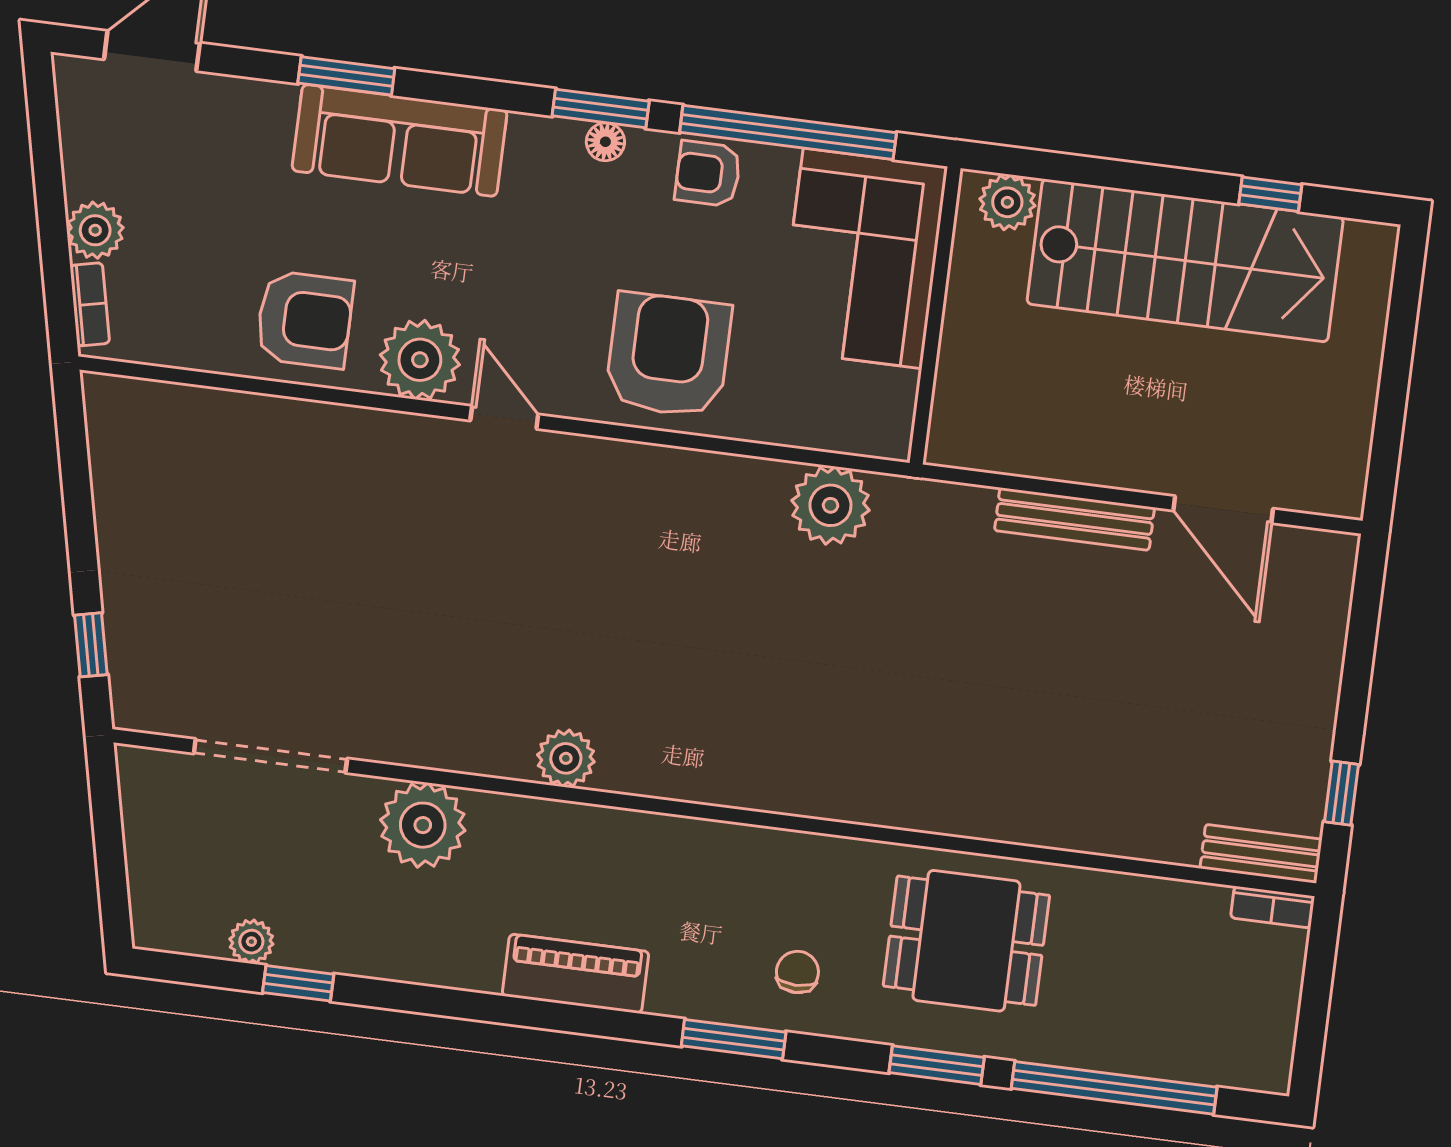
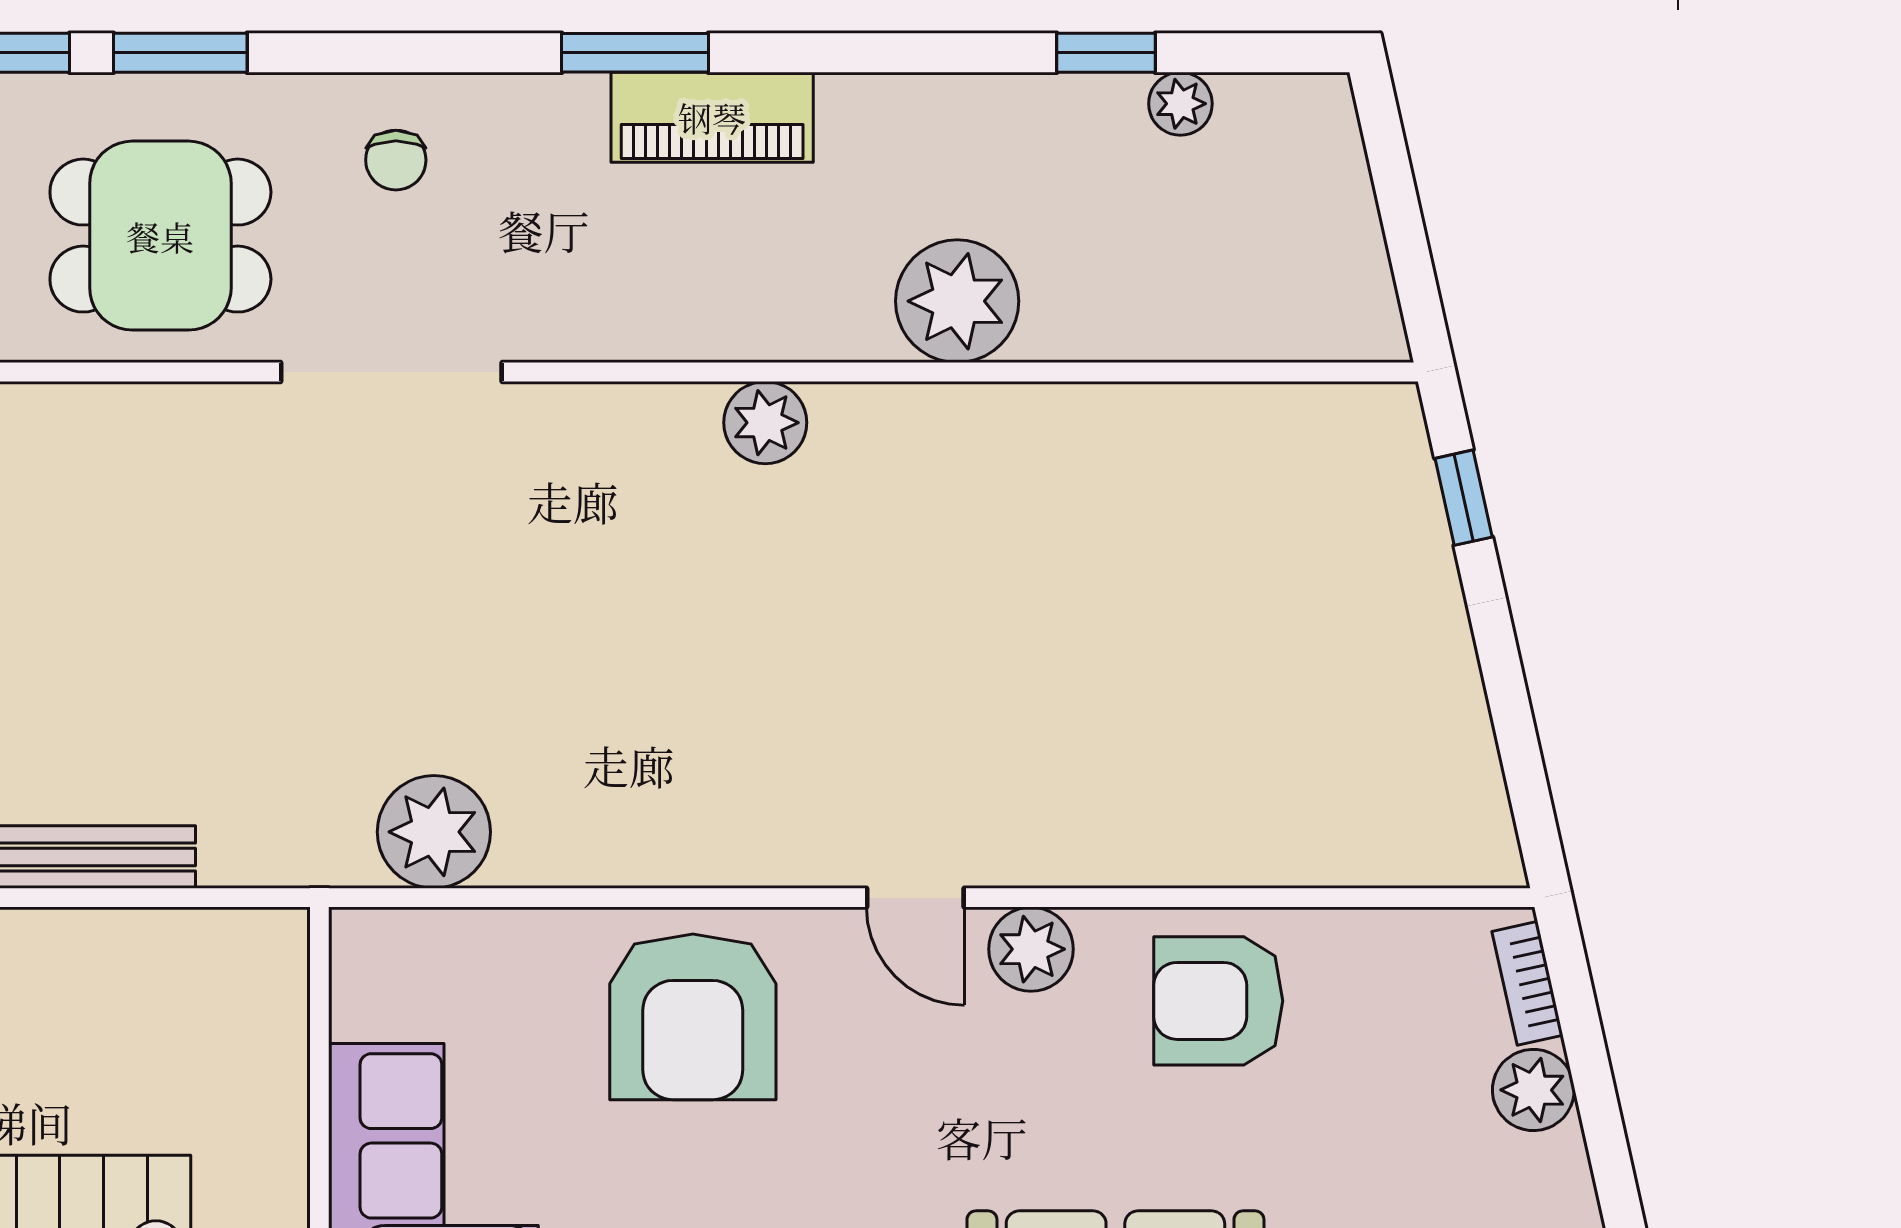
plant: (420, 360) -> (1031, 949), width x0.73, depth x0.73
doorway: (270, 756) -> (391, 372), moved
window: (734, 1039) -> (635, 53), moved

